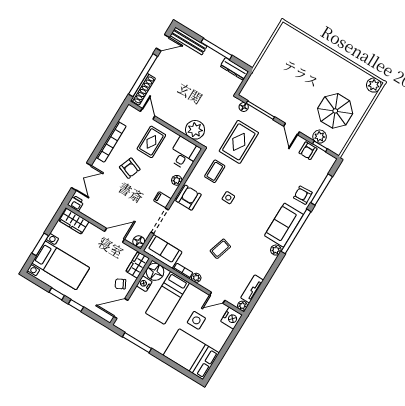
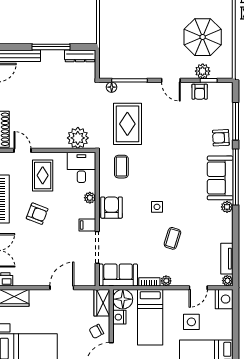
side table: (228, 198) -> (157, 207), moved
floor lamp: (139, 241) -> (89, 279), removed

